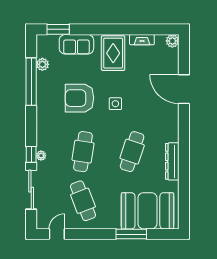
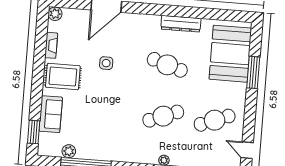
armchair: (80, 98) -> (107, 115), removed
side table: (115, 104) -> (106, 63), moved
cafe table: (83, 152) -> (163, 116), turned -30

